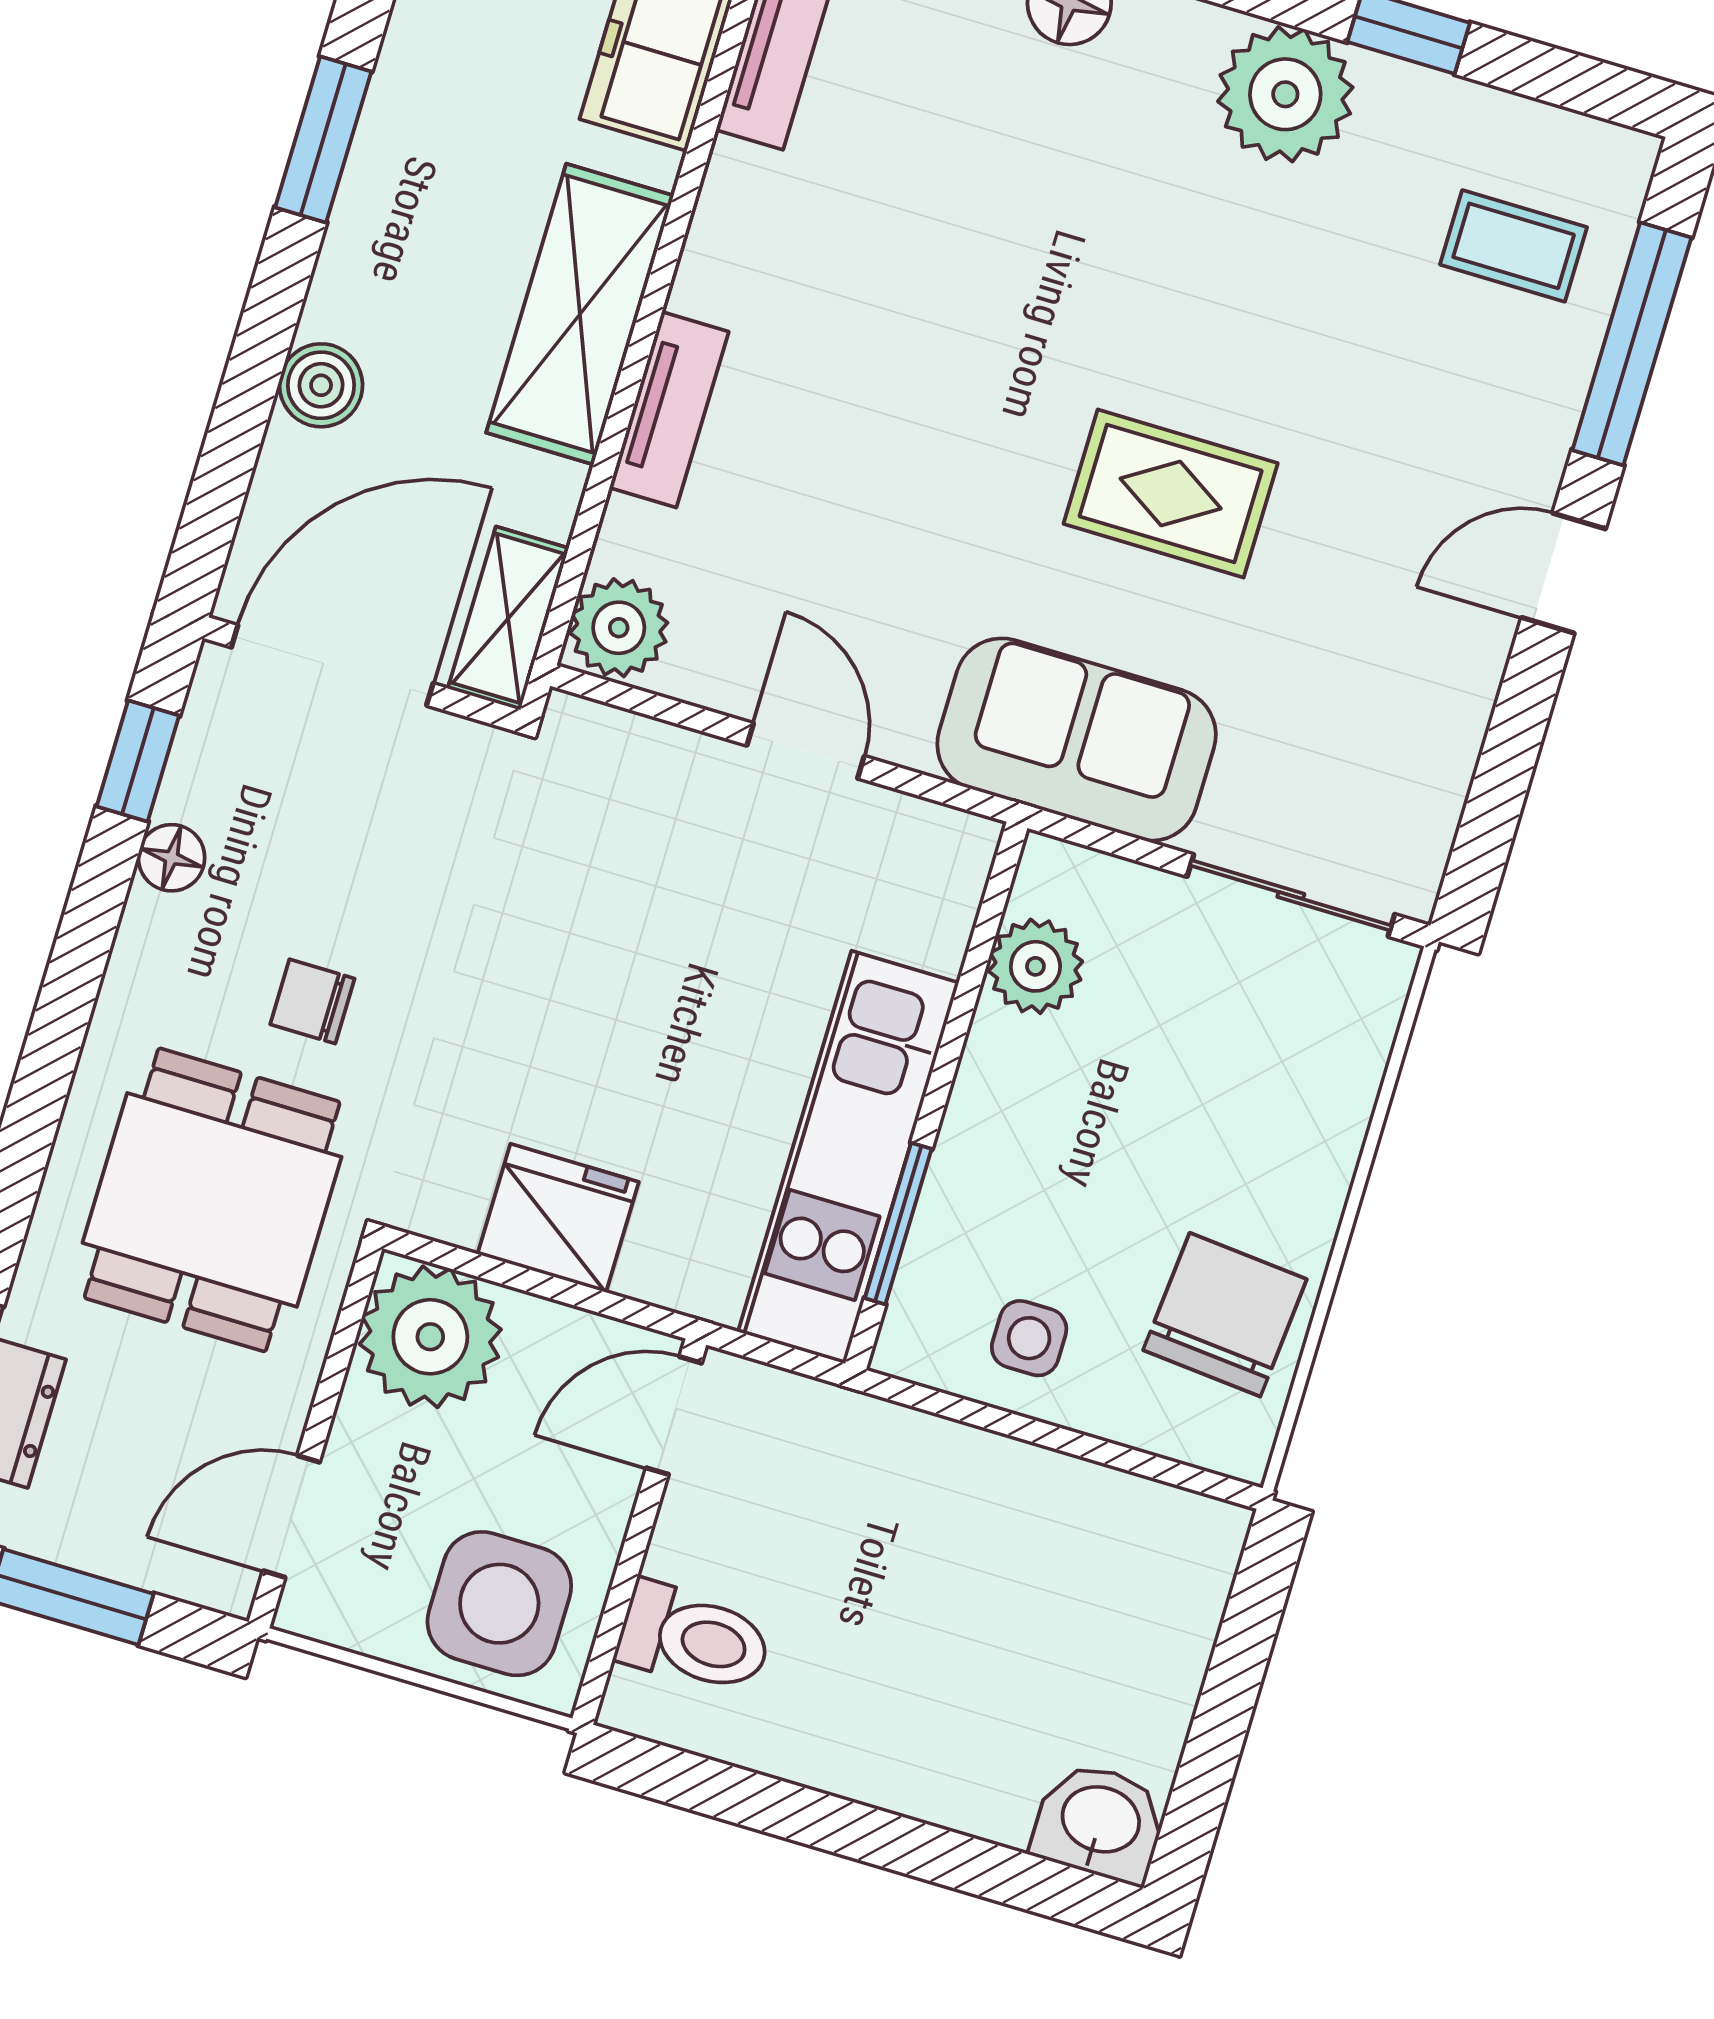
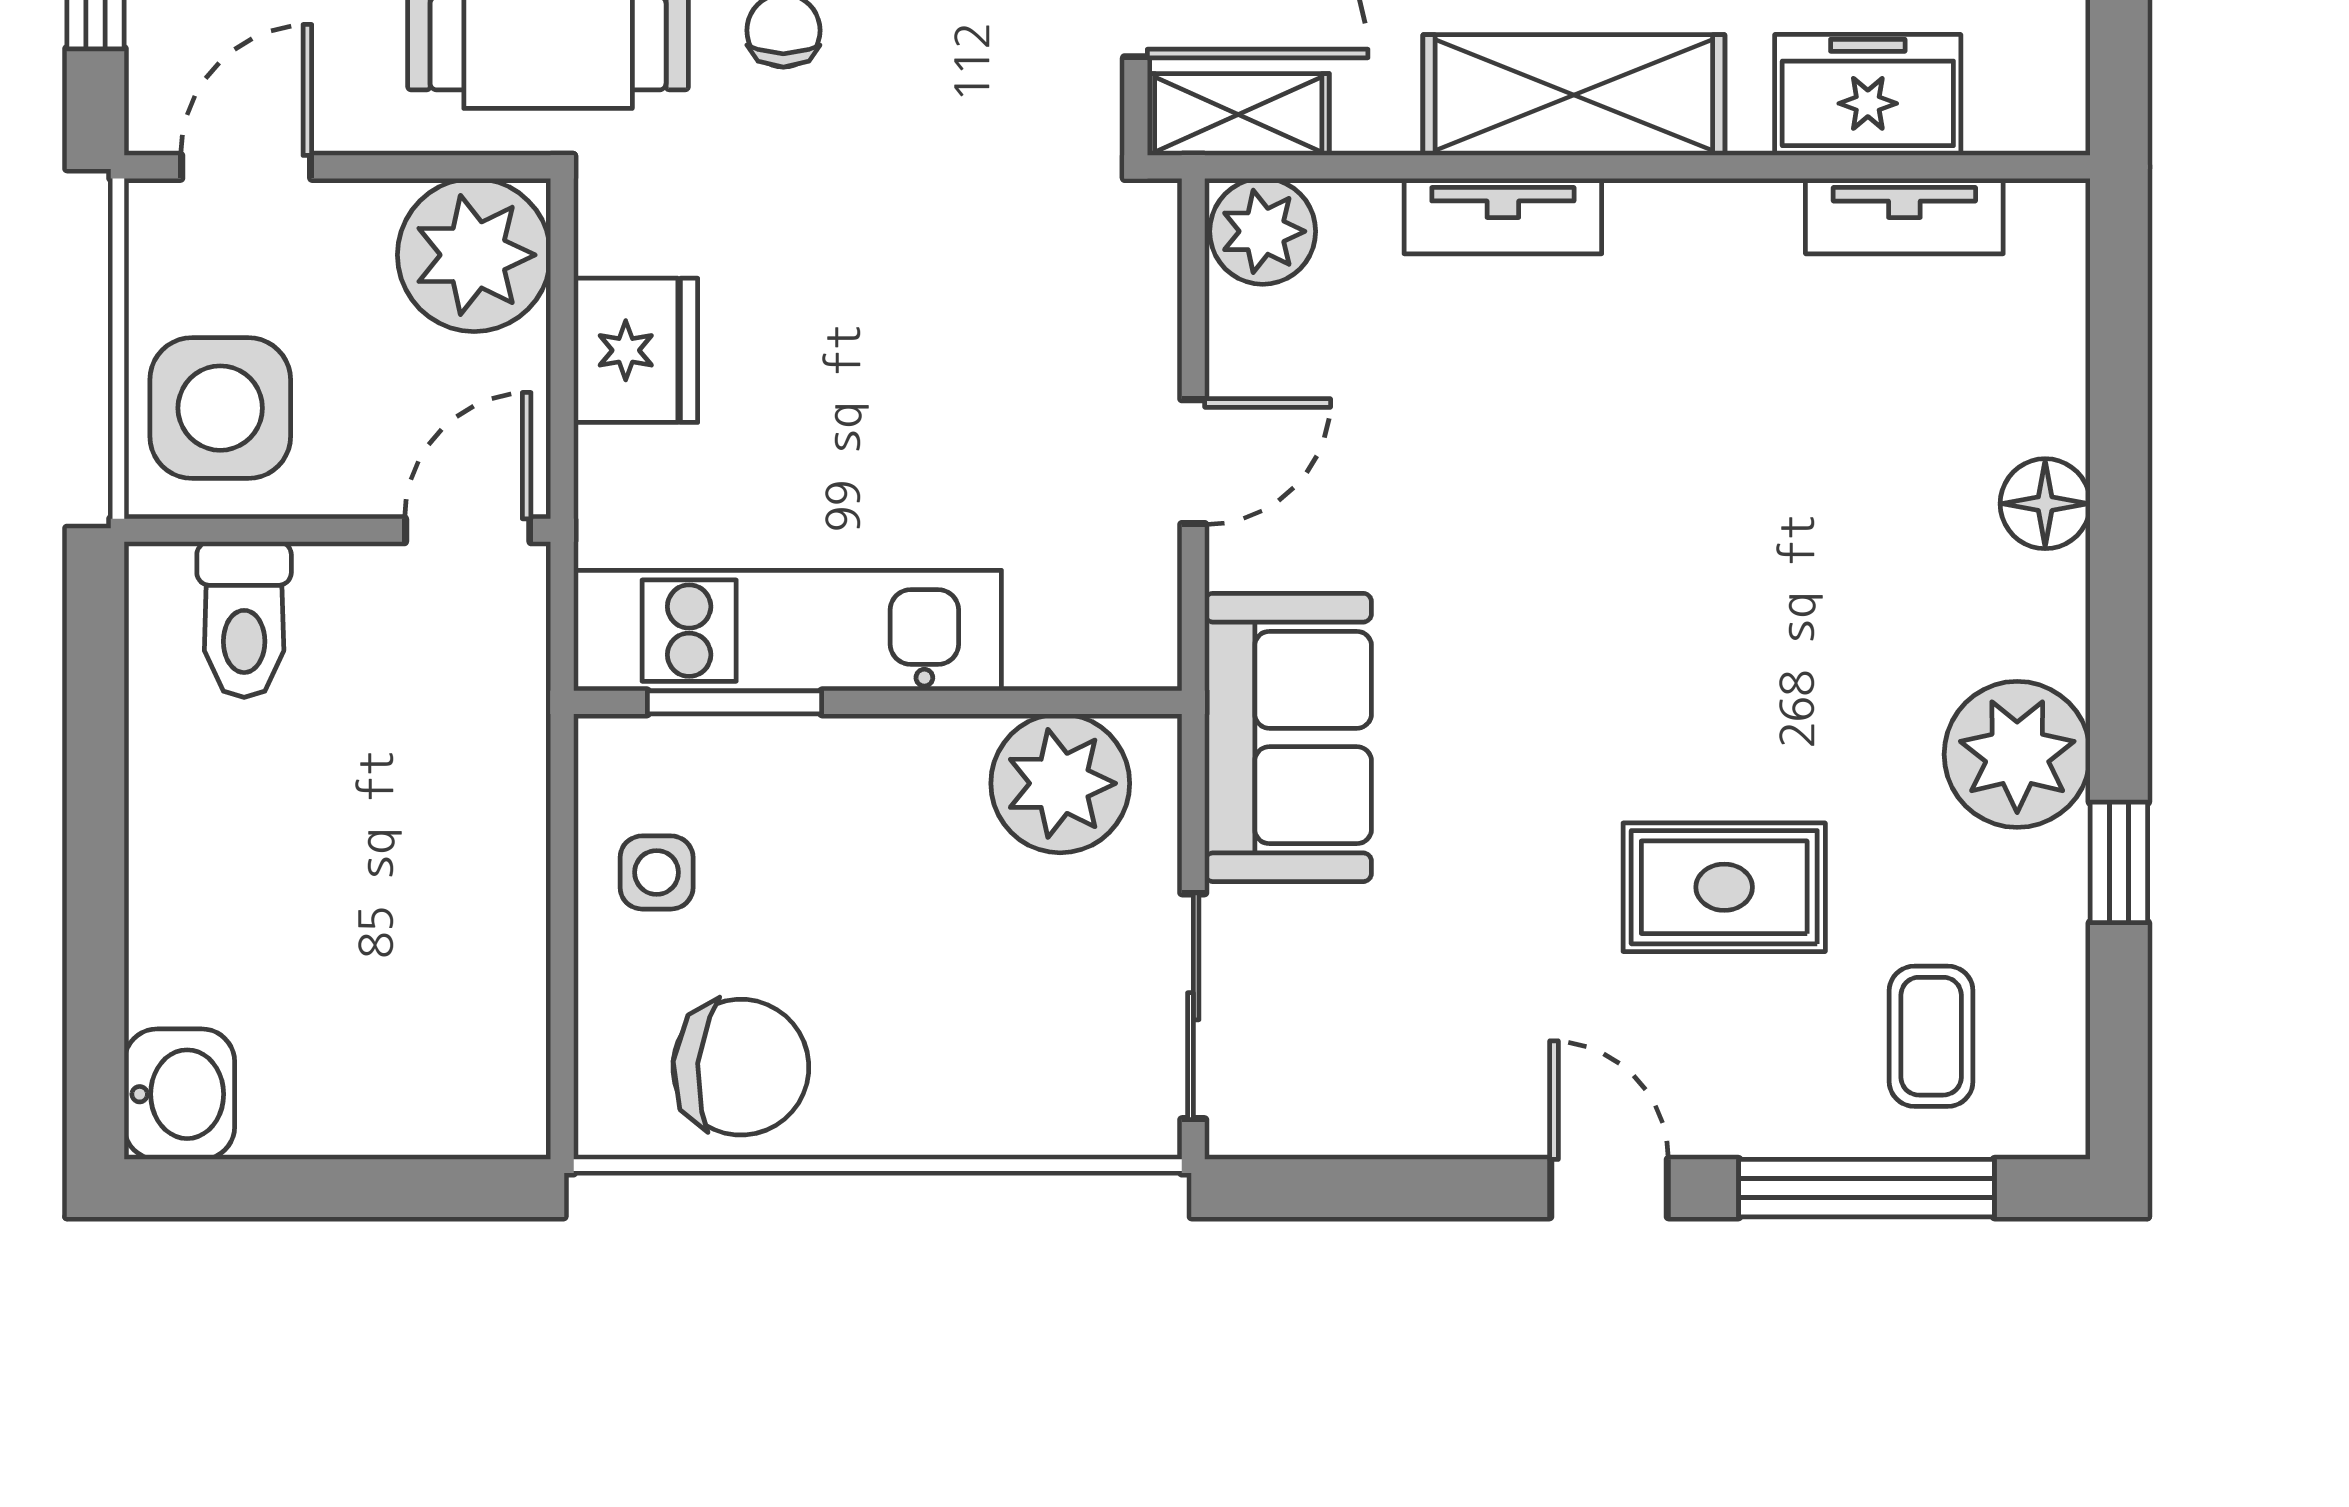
rug: (1171, 494) -> (1724, 887), moved, turned 90
plant: (1035, 966) -> (1060, 783), width x1.36, depth x1.36
door: (674, 1415) -> (468, 530), hinge flipped
door: (291, 1516) -> (246, 167), hinge flipped

